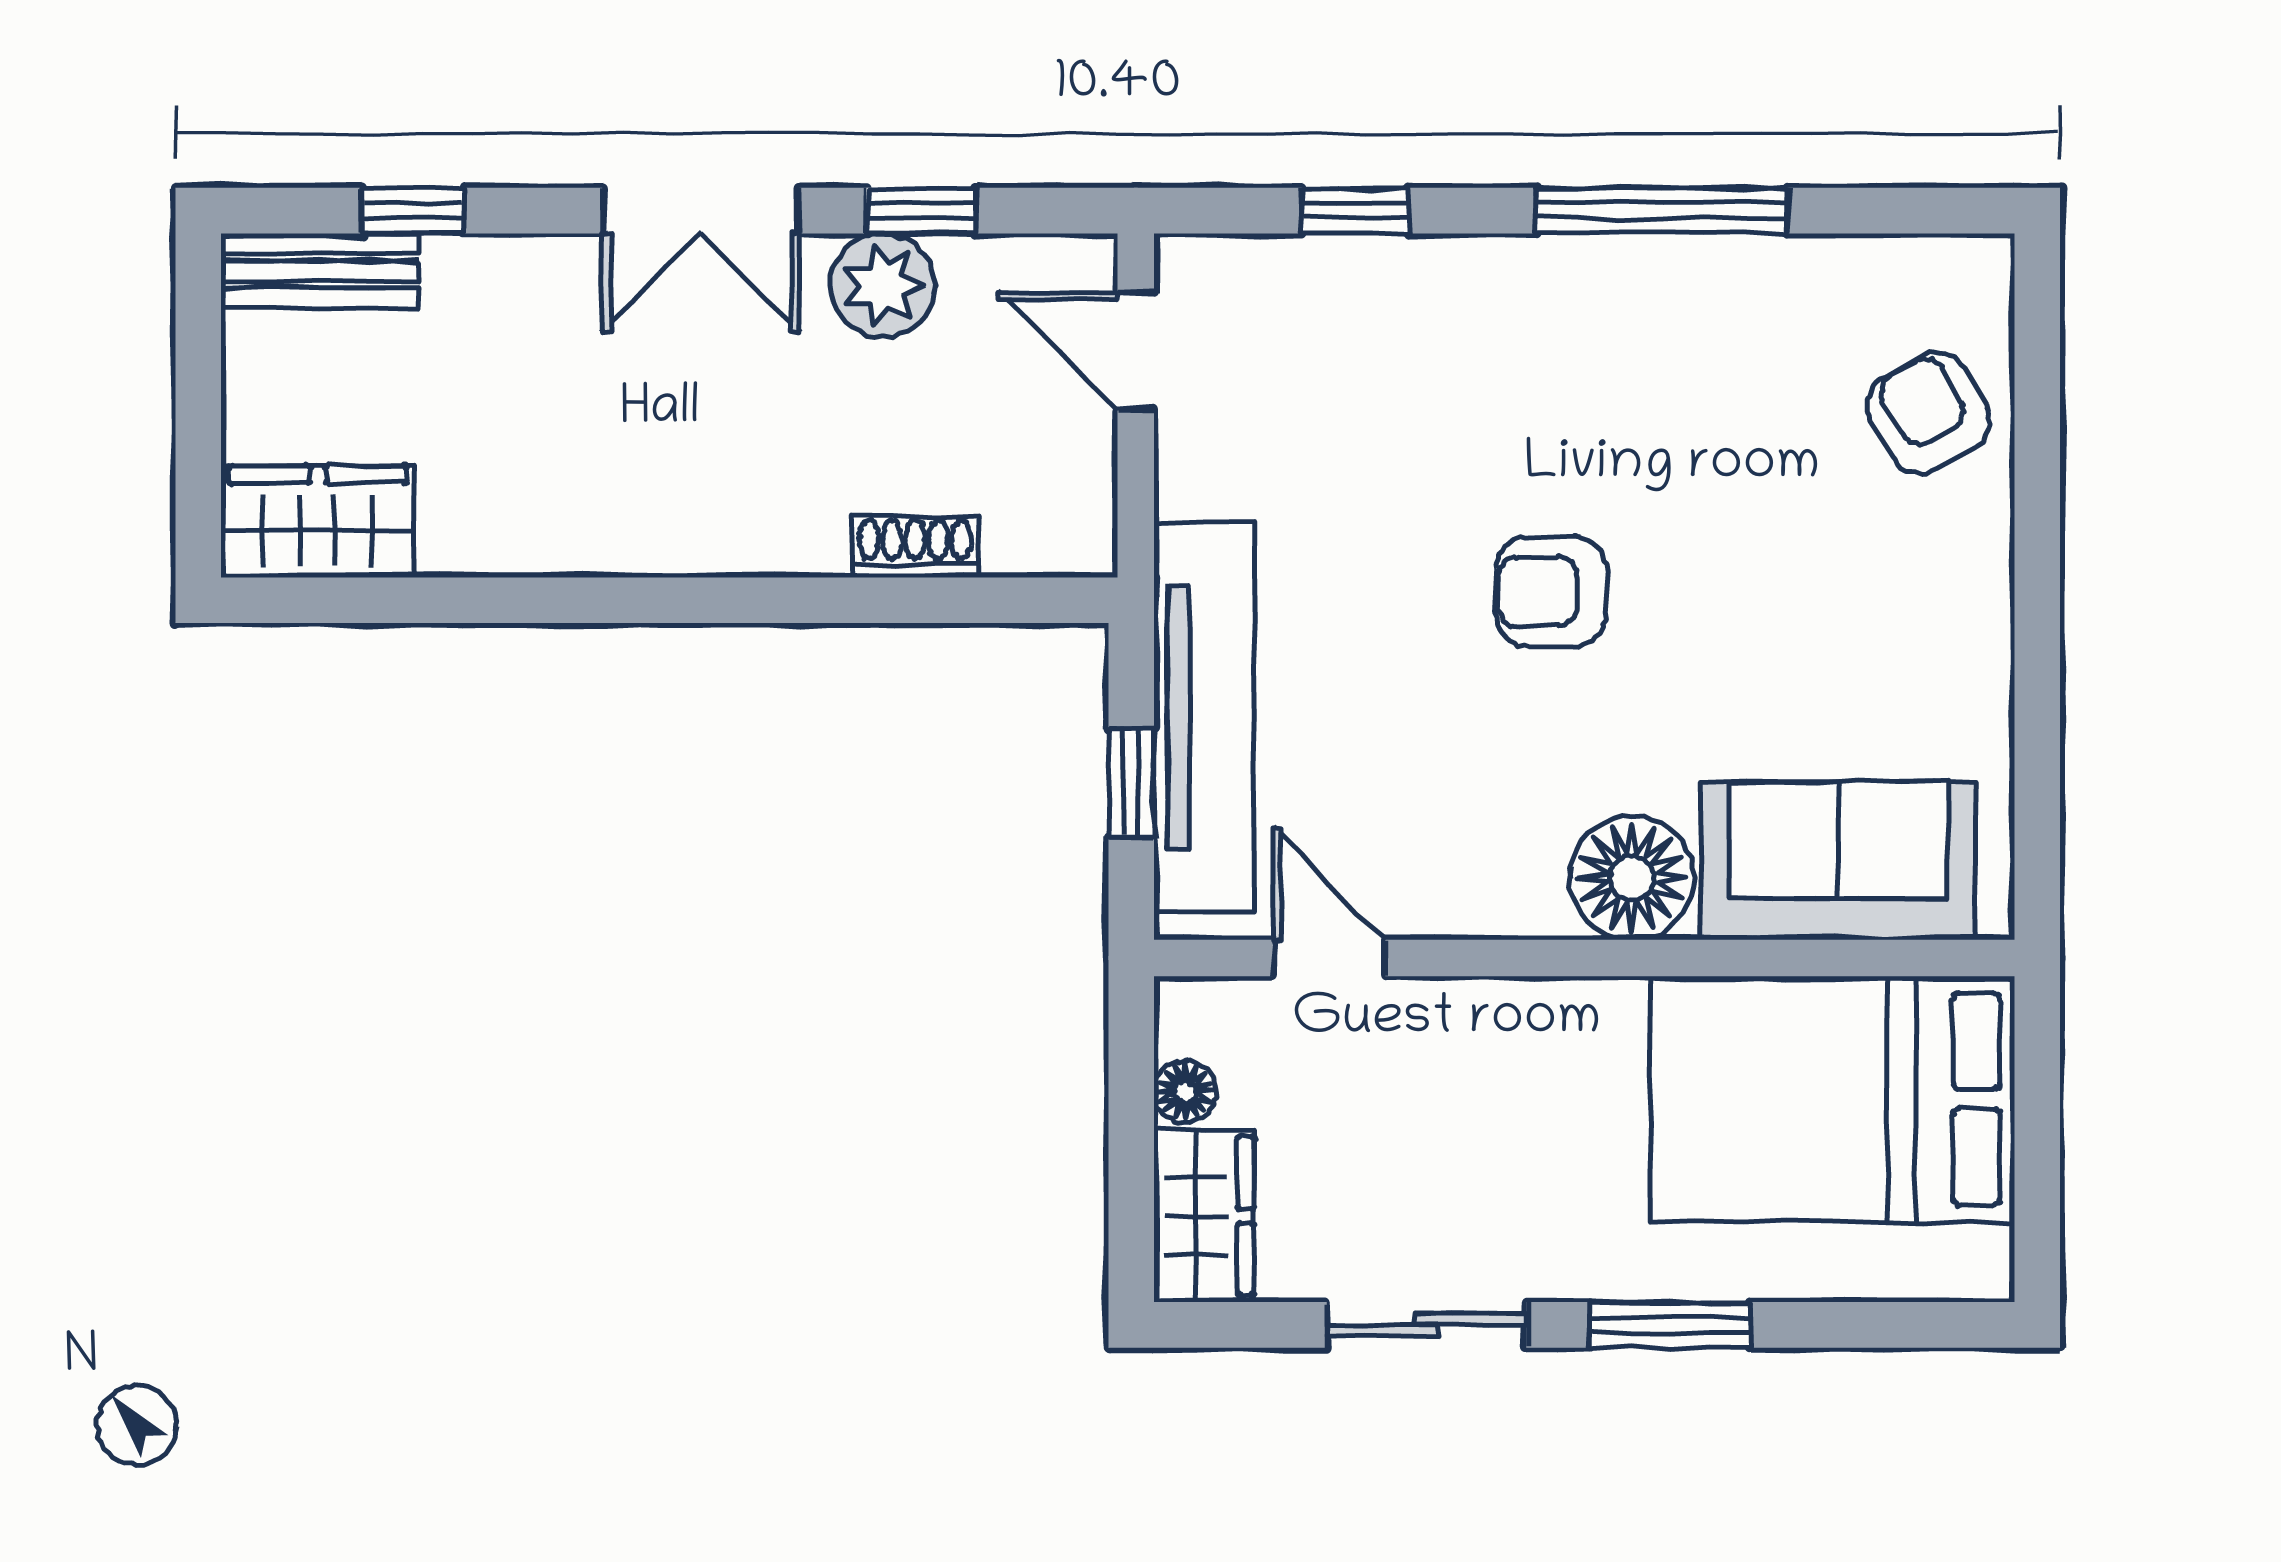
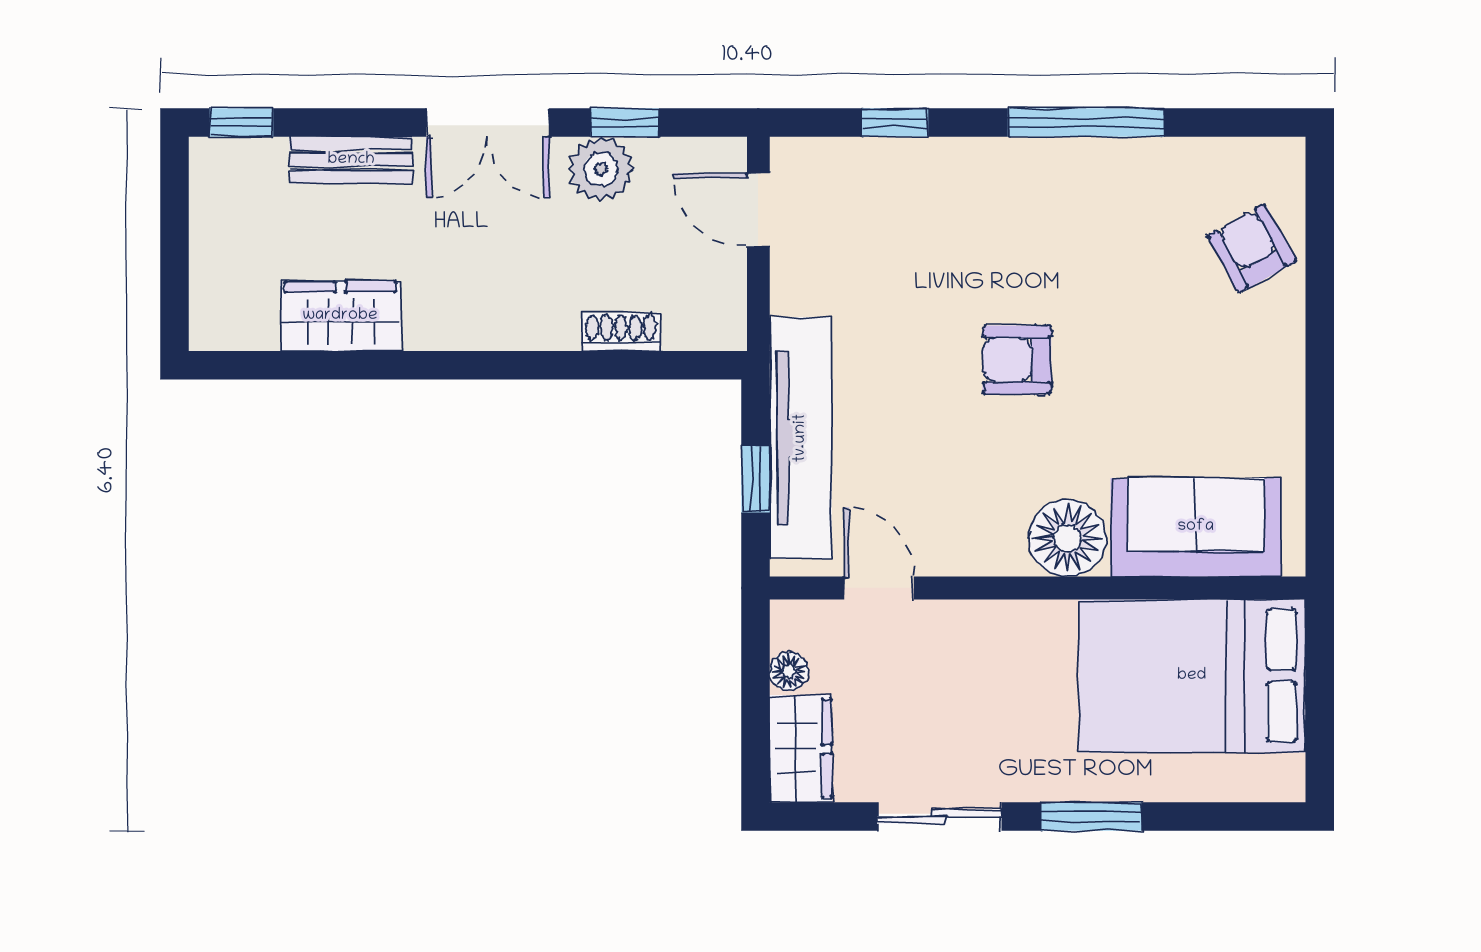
window: (413, 211) -> (242, 123), moved
bench: (319, 271) -> (351, 160), moved
wardrobe: (318, 521) -> (340, 316), moved

